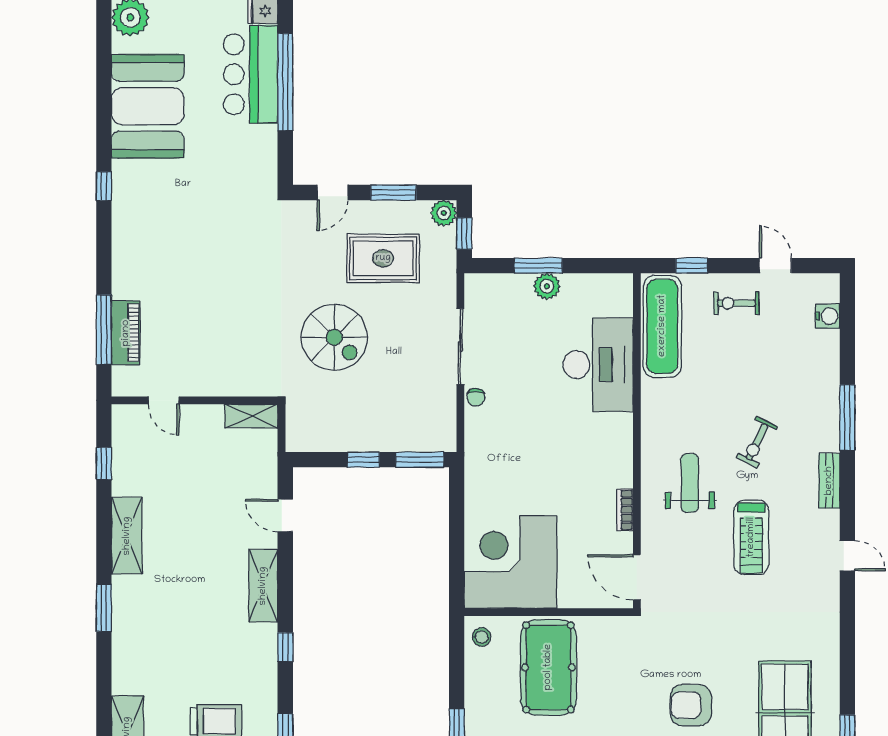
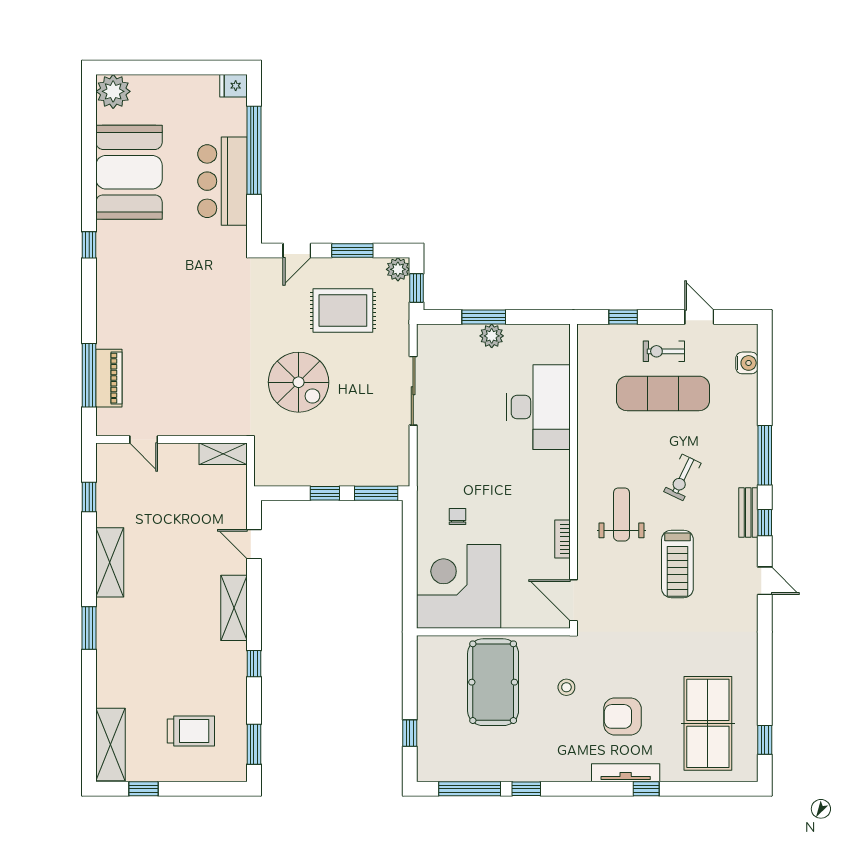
bar counter: (251, 74) -> (222, 181), moved
exercise mat: (662, 326) -> (663, 393), moved, turned 90
chair: (476, 397) -> (457, 516), moved, turned 180
window: (847, 492) -> (765, 523), added
stool: (482, 637) -> (566, 687), moved

